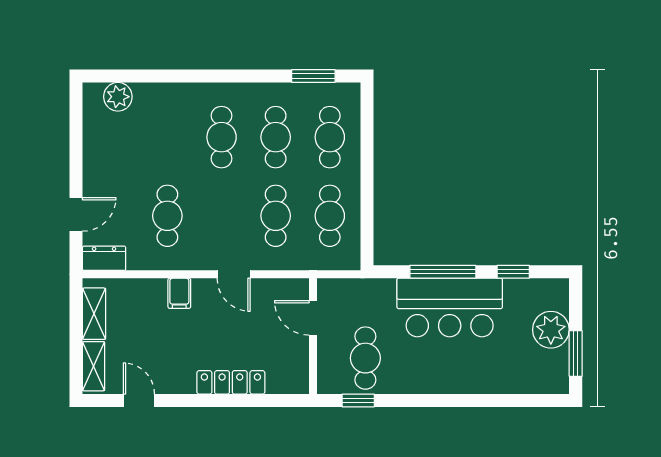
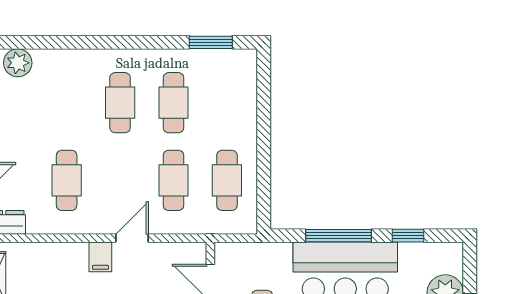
cafe table: (330, 137) -> (227, 103), removed
door: (234, 274) -> (132, 238), swing flipped
filing cabinet: (179, 293) -> (100, 257), moved

